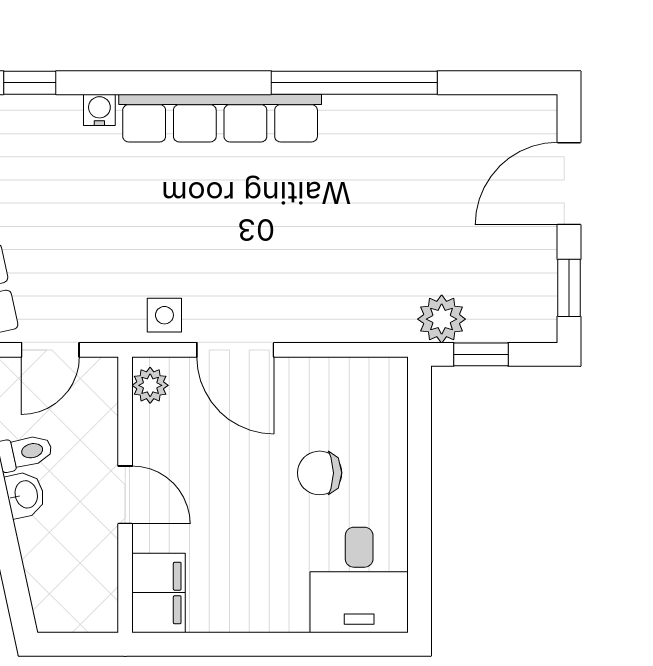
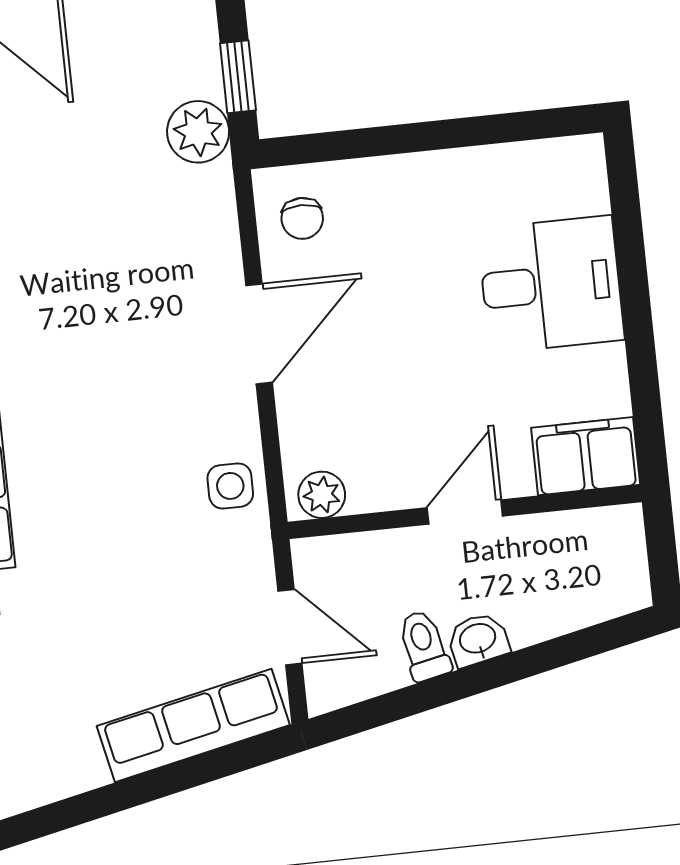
door: (235, 350) -> (259, 334), moved
chair: (320, 473) -> (302, 218), moved, width x0.73, depth x0.73
desk: (359, 580) -> (551, 284), moved

